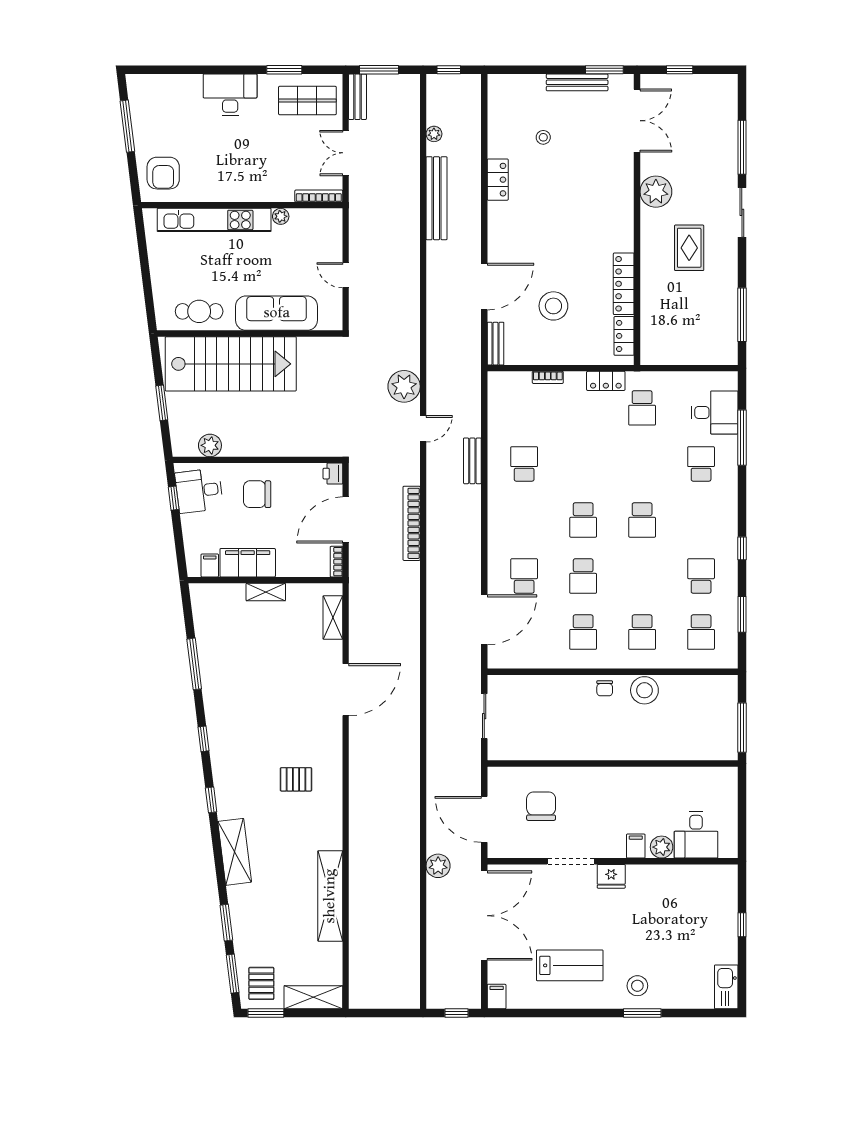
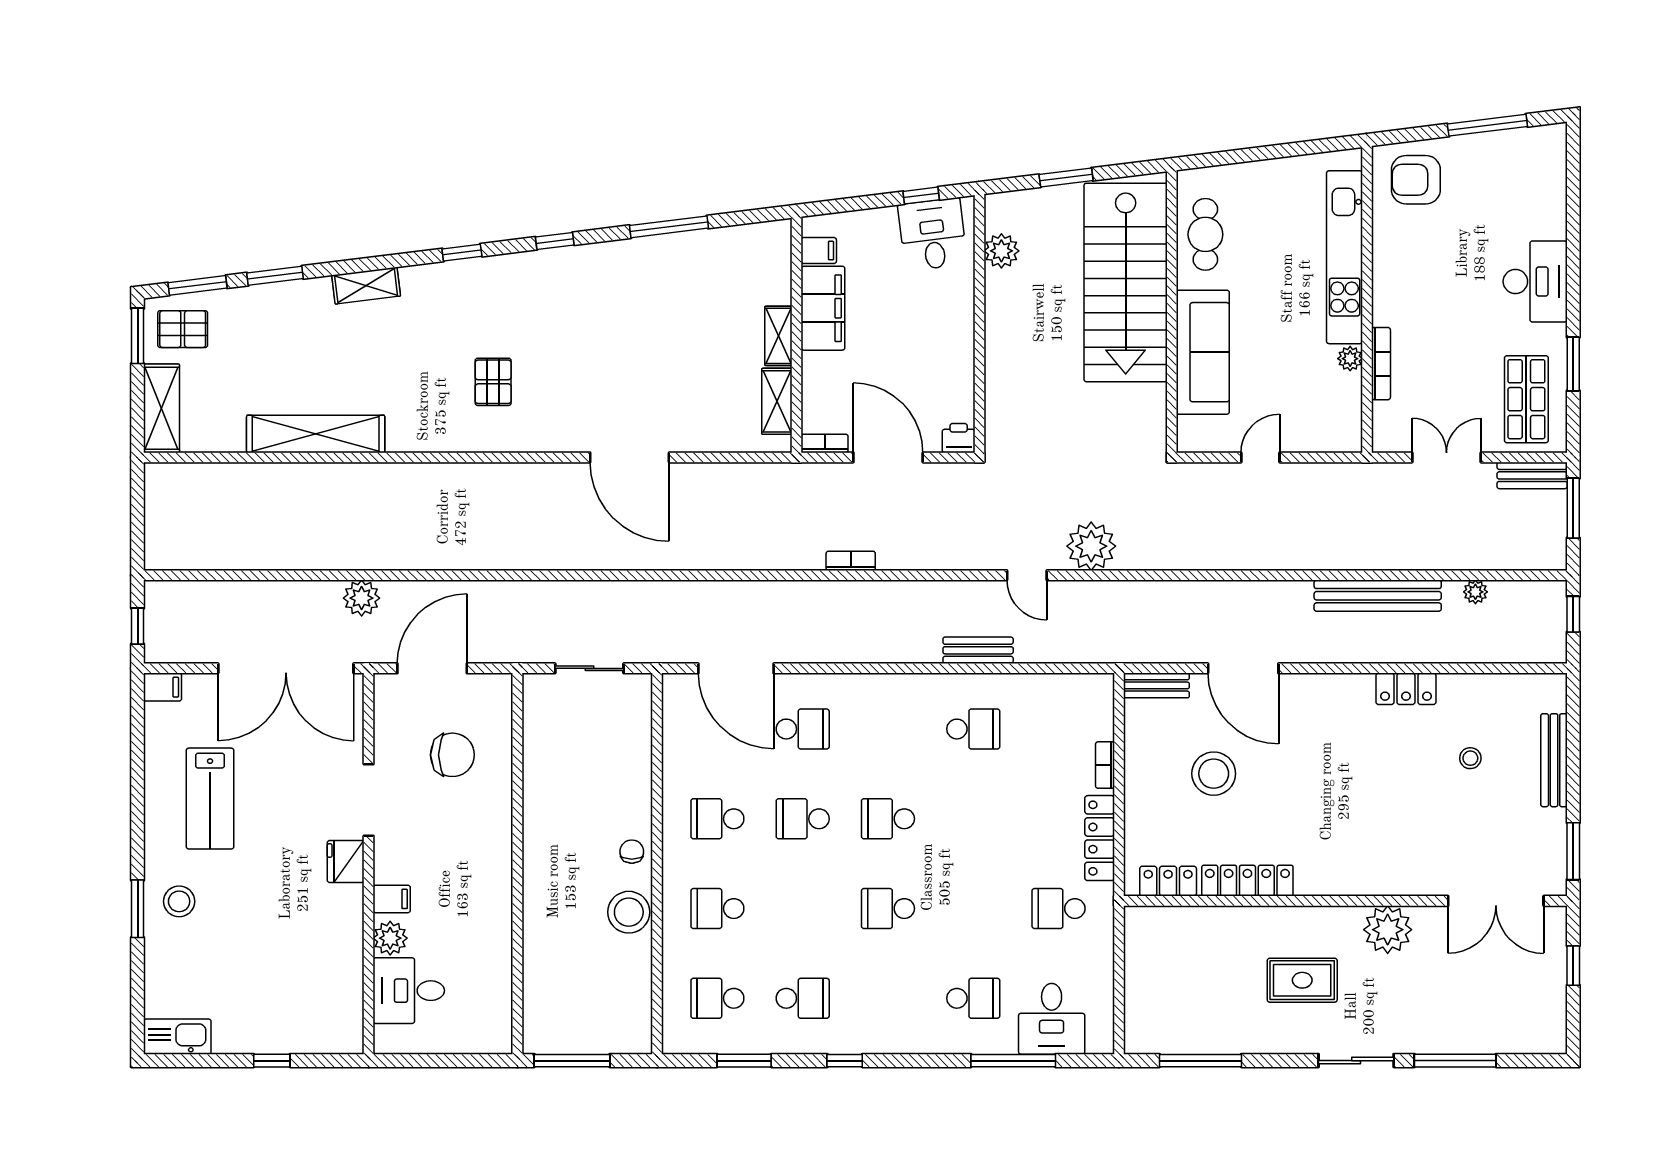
bench: (577, 82) -> (1554, 760), moved
bookcase: (319, 196) -> (1381, 364), moved
locker: (606, 381) -> (1100, 838), width x1.53
chair: (257, 494) -> (927, 323), removed
bookcase: (412, 523) -> (851, 561), width x0.43, depth x0.76
shelving: (333, 618) -> (777, 401), moved, turned 90
chair: (605, 688) -> (632, 852), turned 90
shelving: (235, 852) -> (366, 286), width x0.67, depth x0.75

